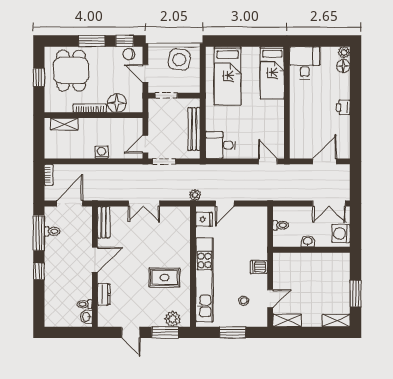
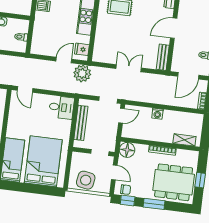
dining table: (71, 71) -> (174, 182), width x1.38
bed: (228, 76) -> (43, 161), width x1.50
floor lamp: (117, 103) -> (127, 150), moved
plant: (195, 195) -> (82, 73), width x1.88, depth x1.88

